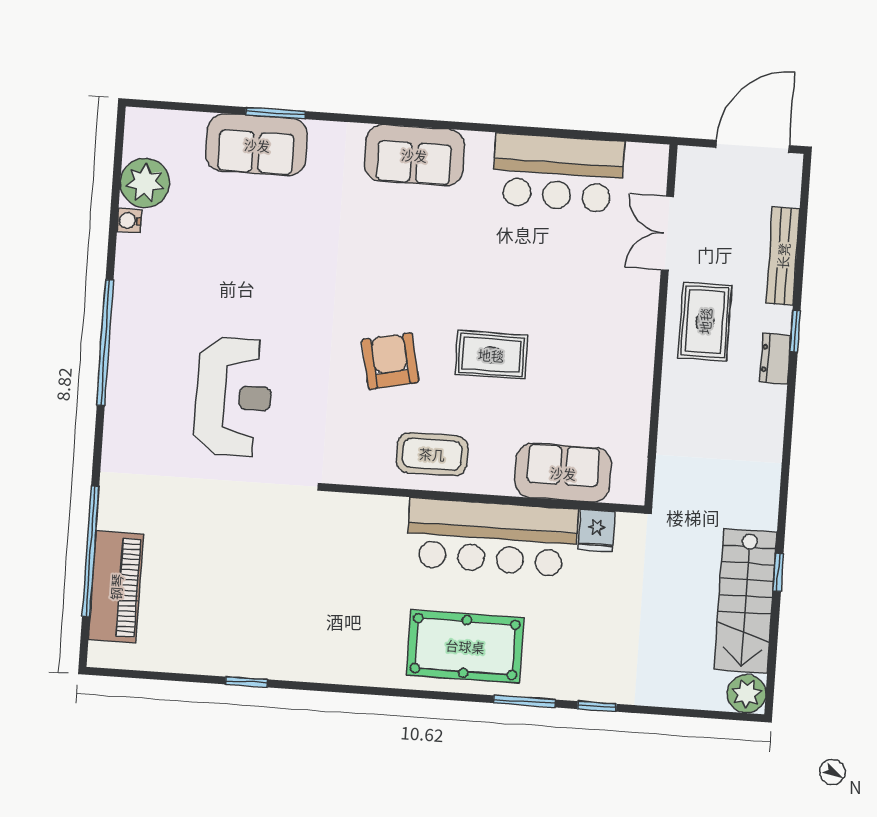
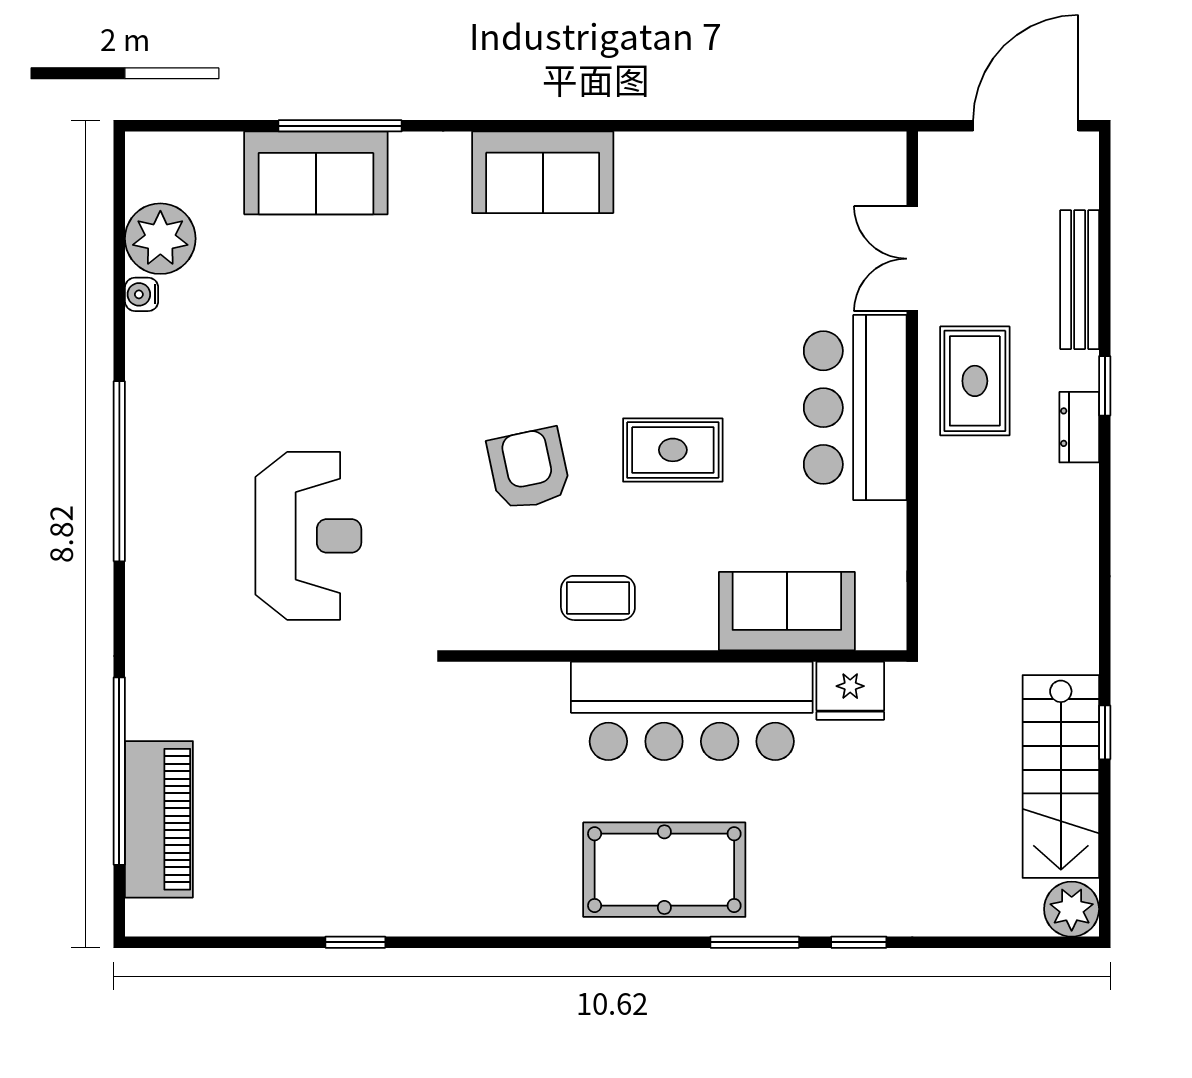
window: (276, 113) -> (340, 126), width x1.44
bar counter: (558, 173) -> (855, 408), moved, turned 90
coffee table: (432, 454) -> (598, 598), width x0.73, depth x0.77
fridge: (597, 531) -> (850, 691), width x1.38

